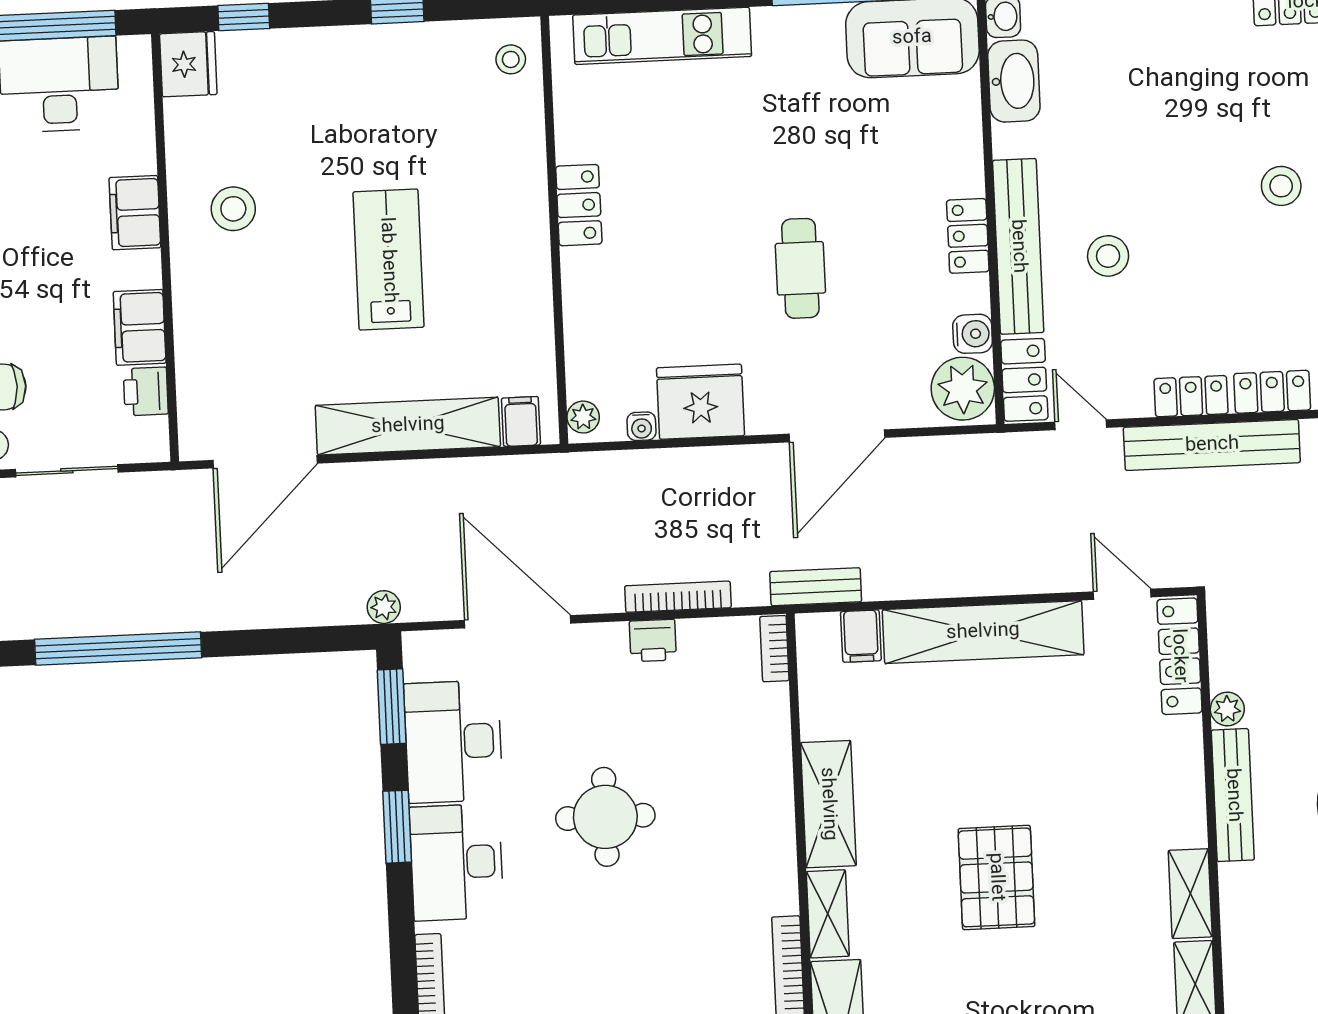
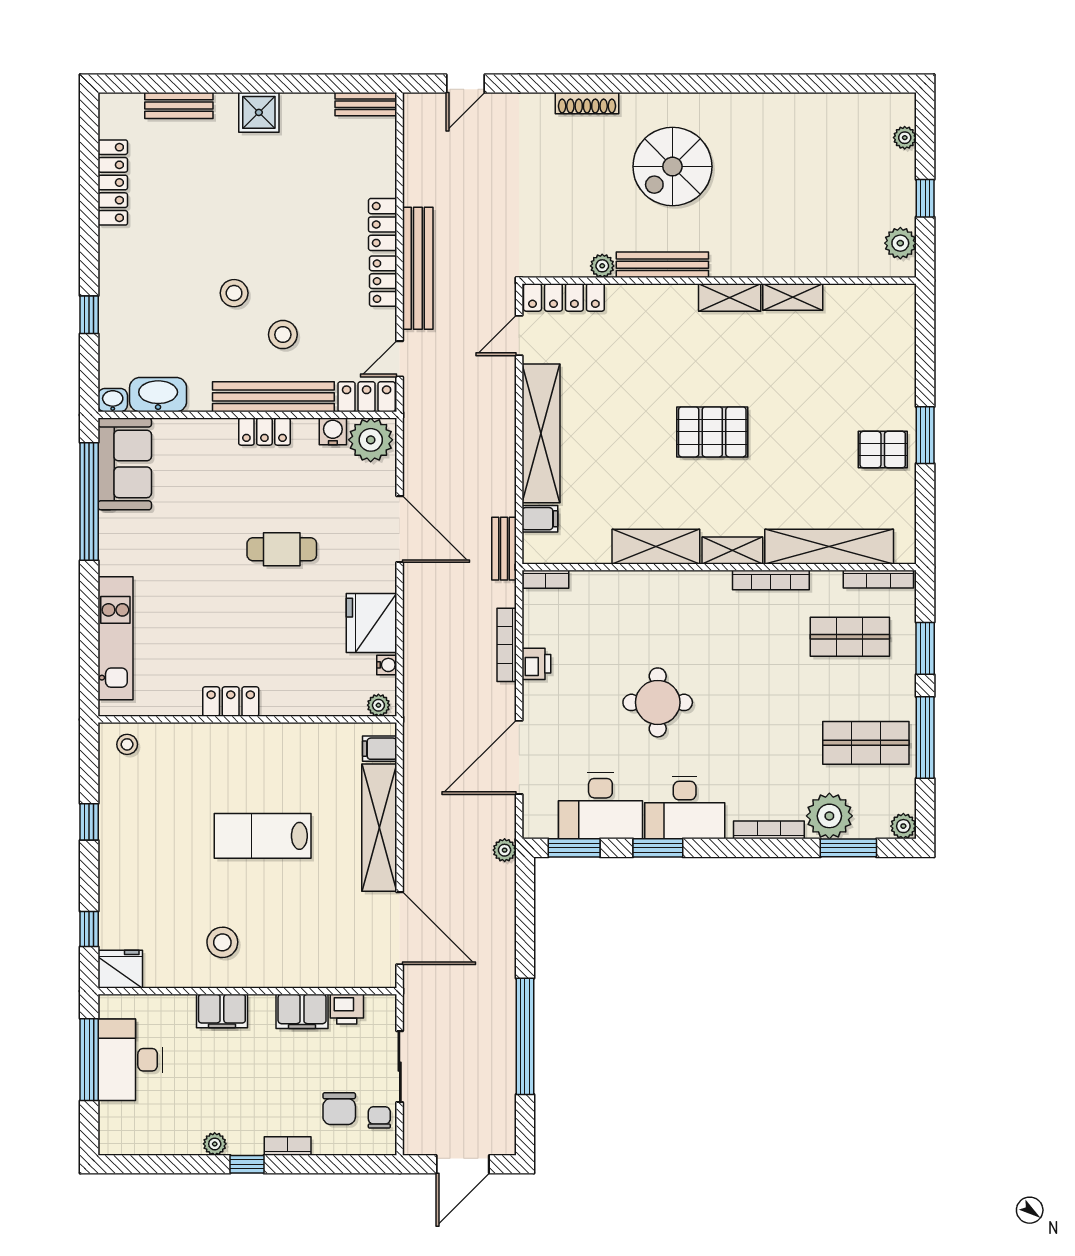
stool: (1281, 186) -> (234, 293), moved

